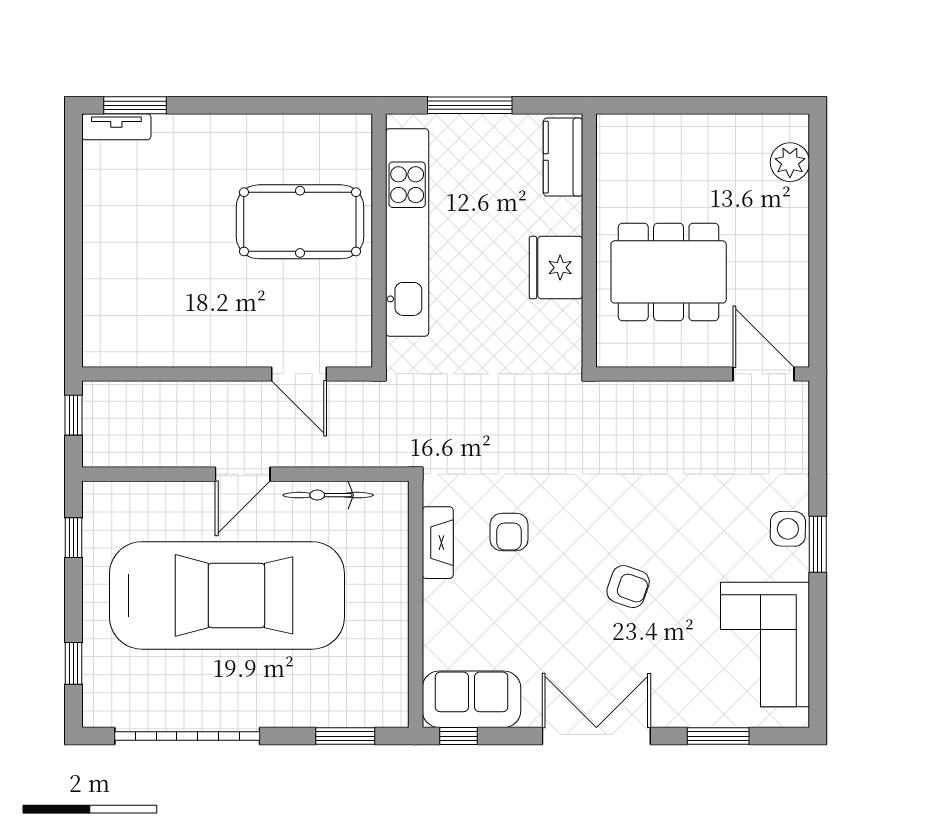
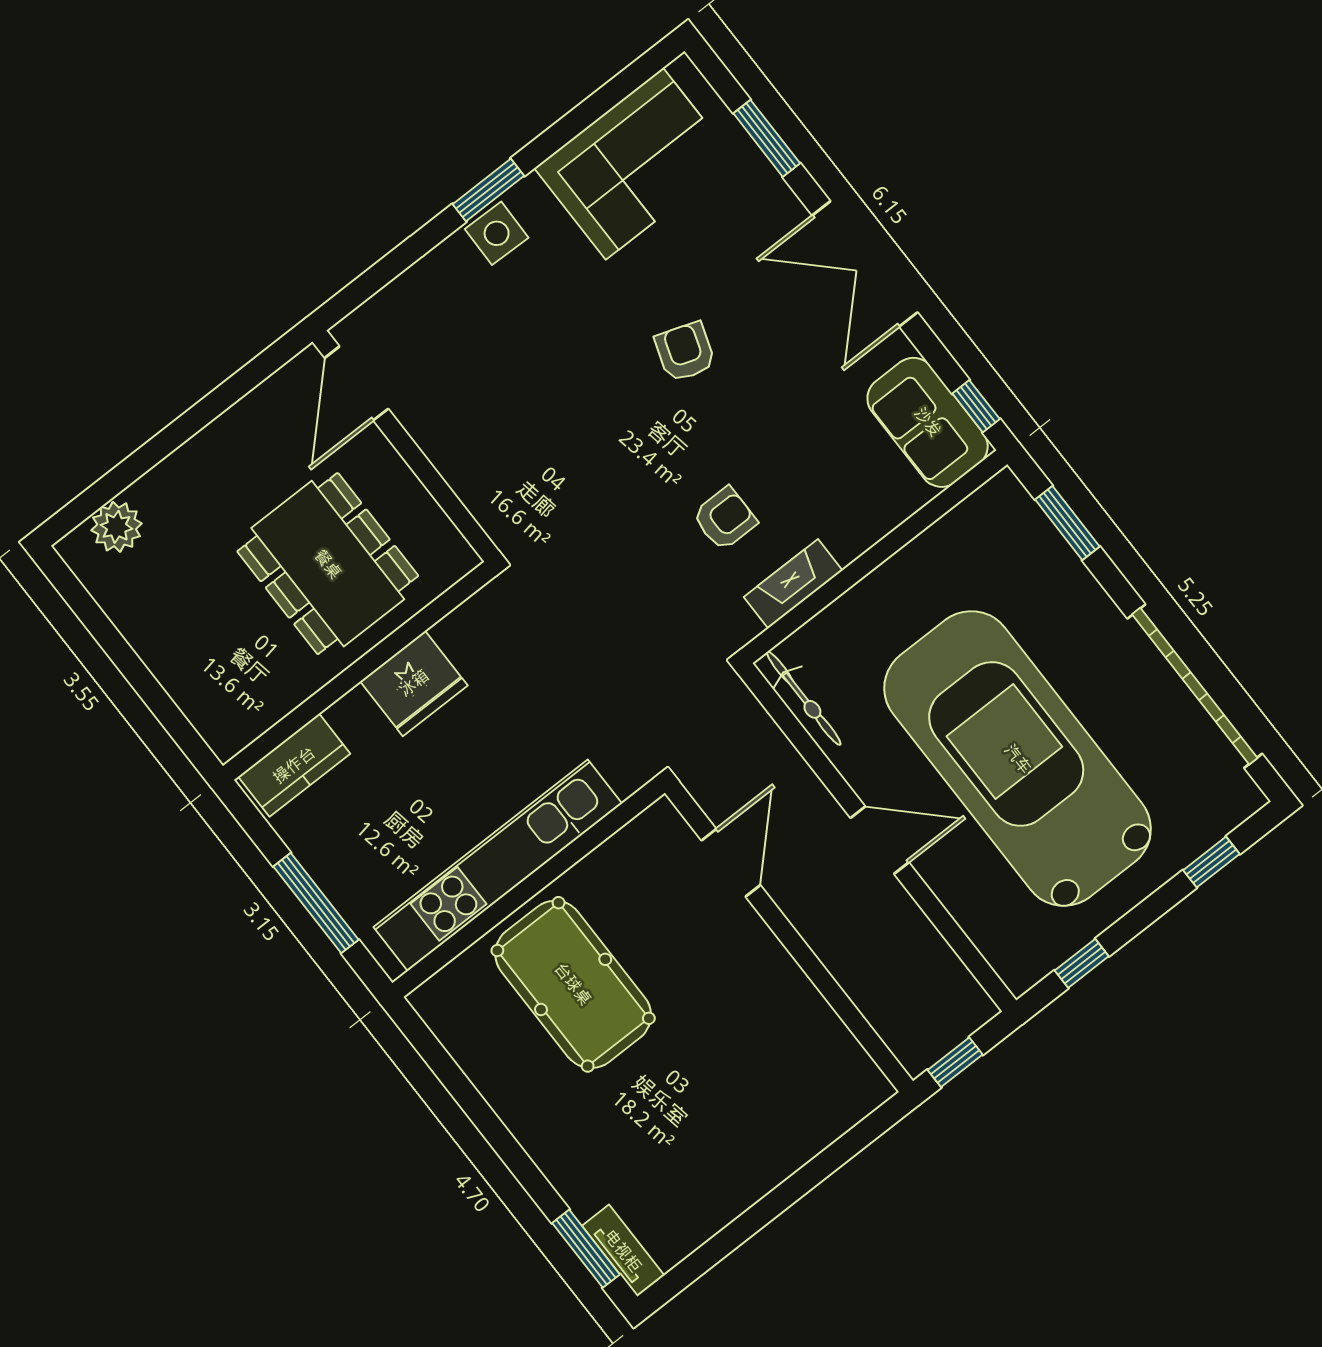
bicycle: (328, 495) -> (804, 698), moved

